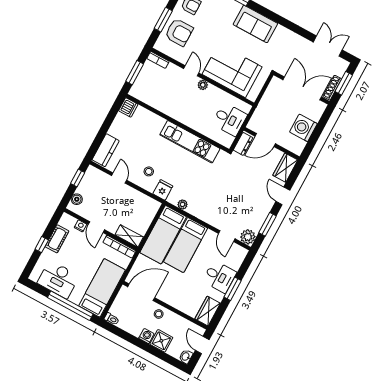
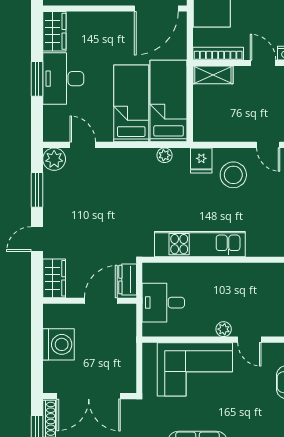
stool: (149, 171) -> (233, 175), width x1.89, depth x1.89
door: (283, 196) -> (37, 239), swing flipped
desk: (219, 277) -> (63, 79), width x1.37

